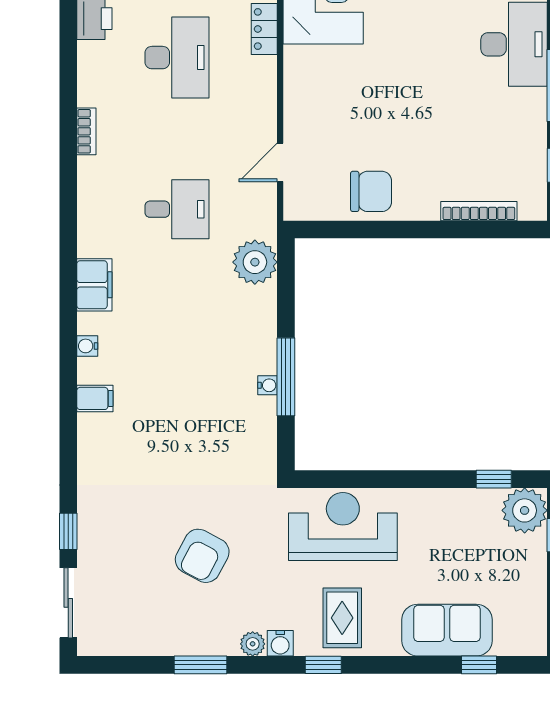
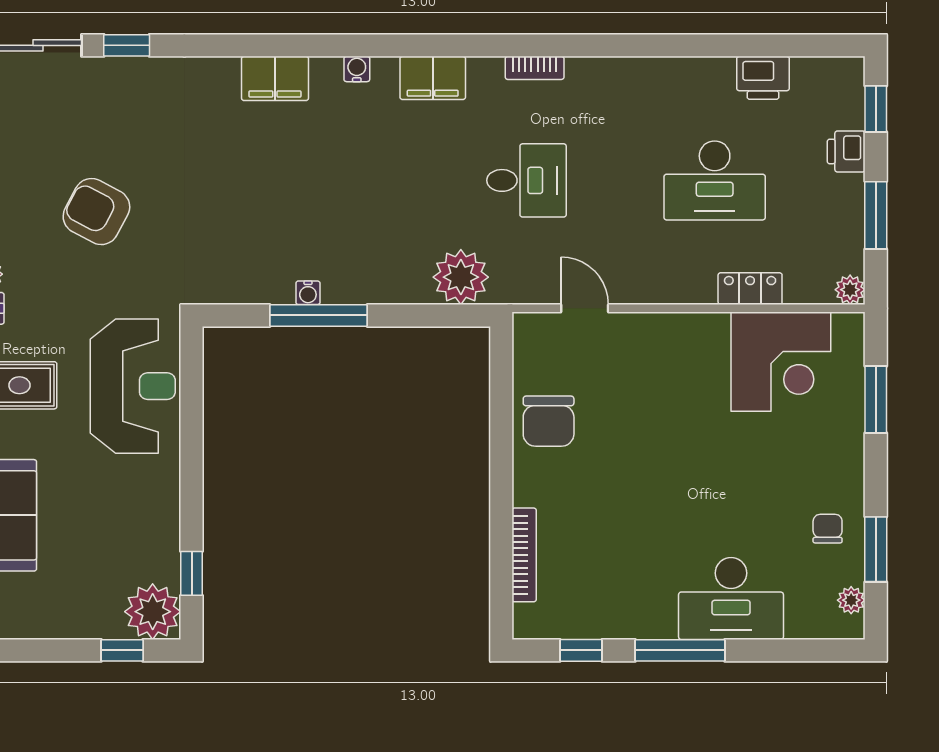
bookcase: (86, 131) -> (535, 68), moved
desk: (177, 209) -> (526, 180), turned -90
filing cabinet: (95, 398) -> (275, 78), width x2.00

